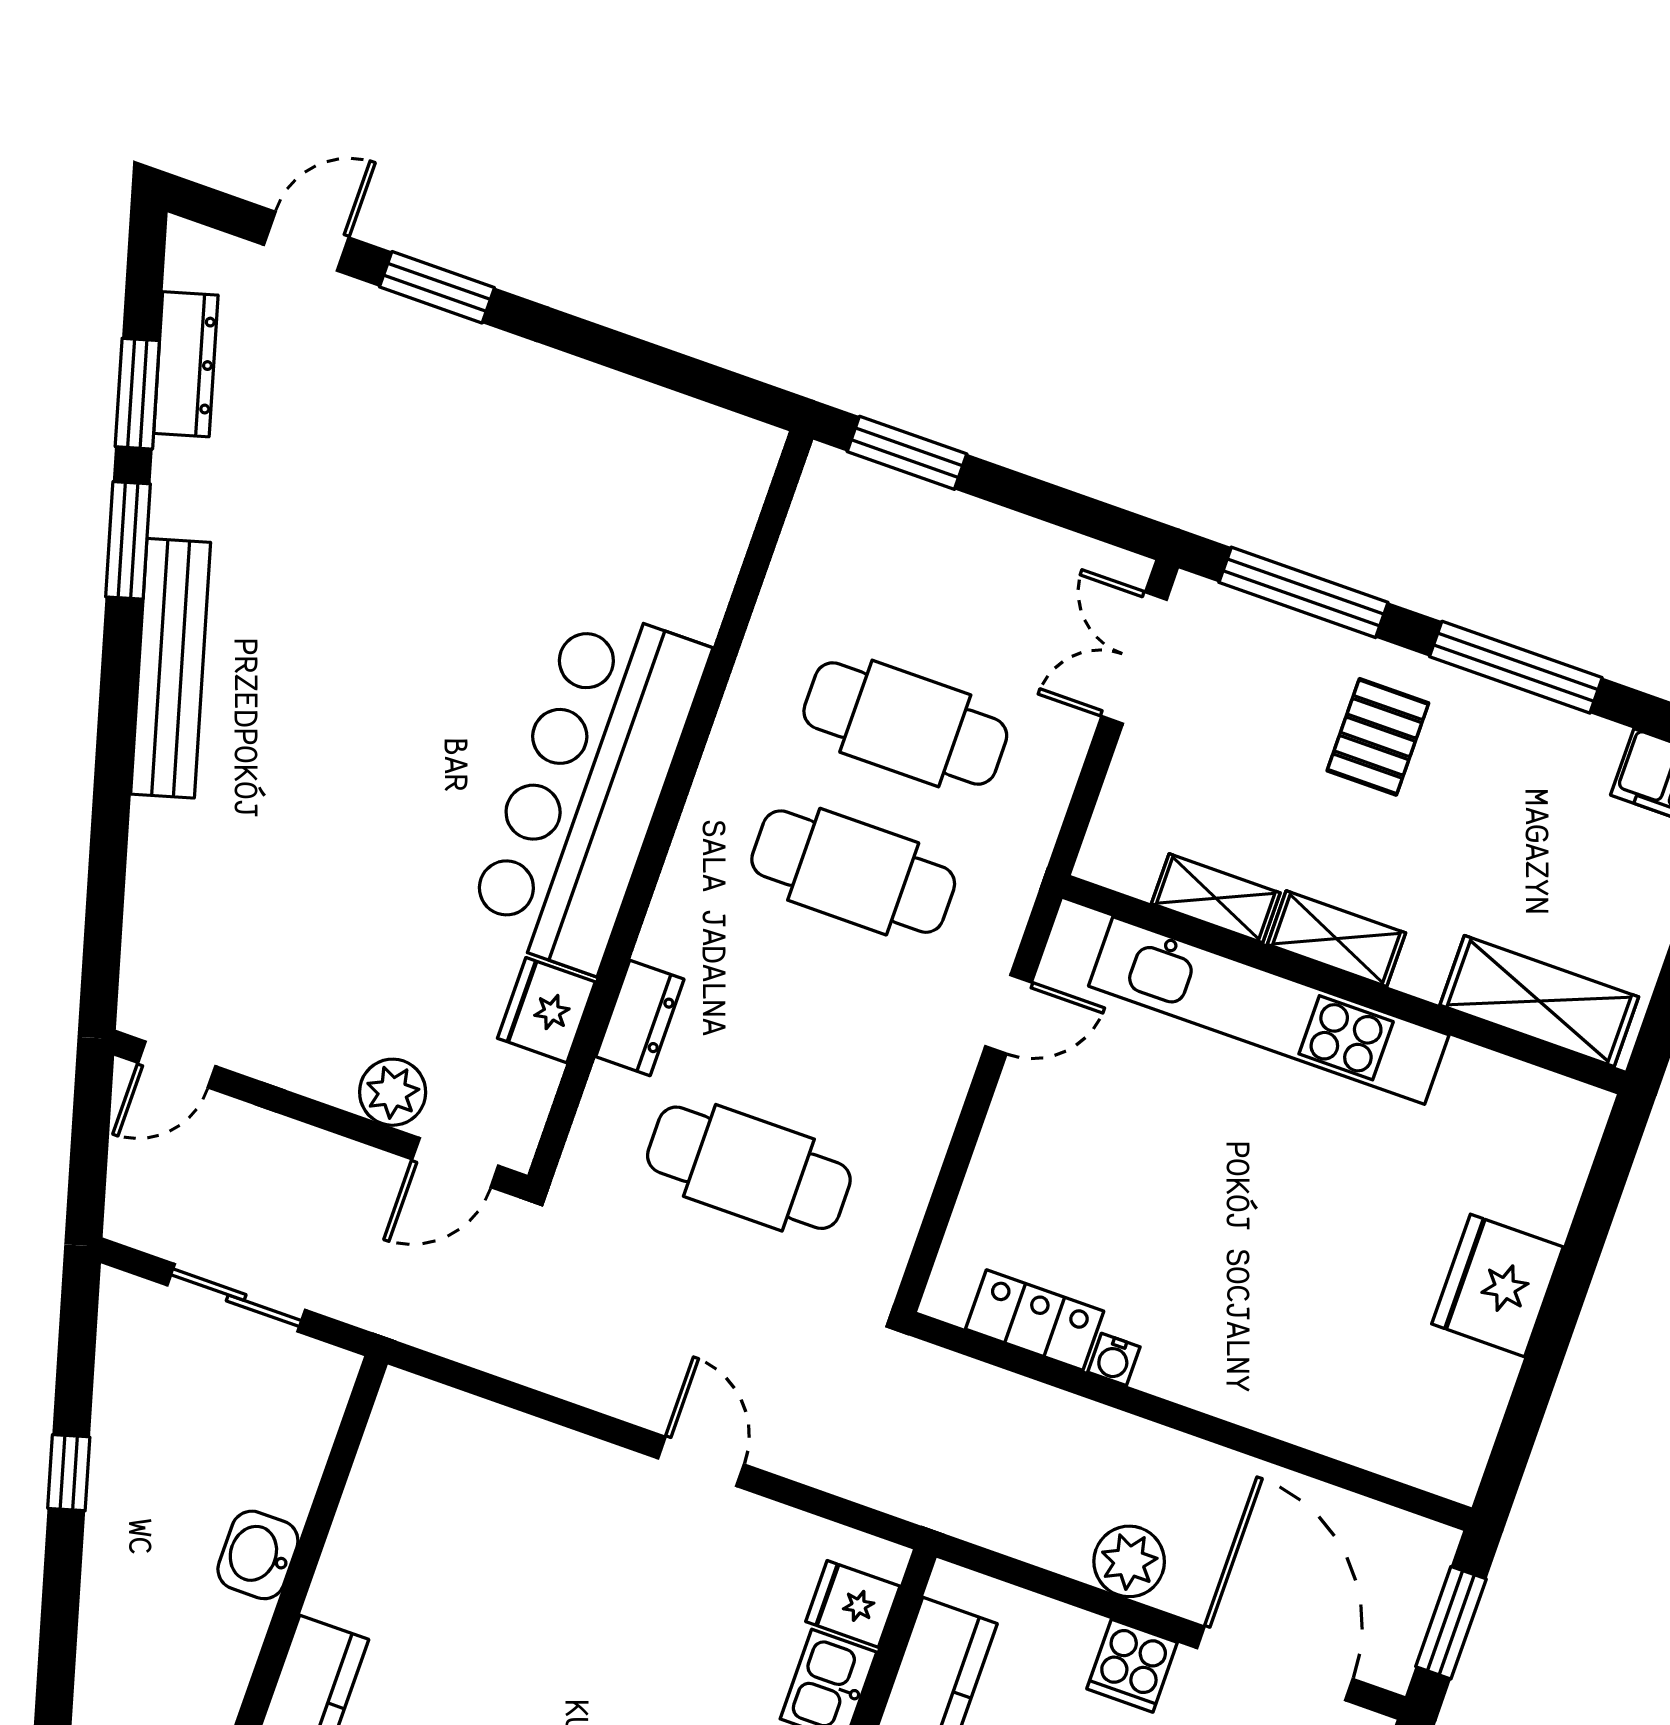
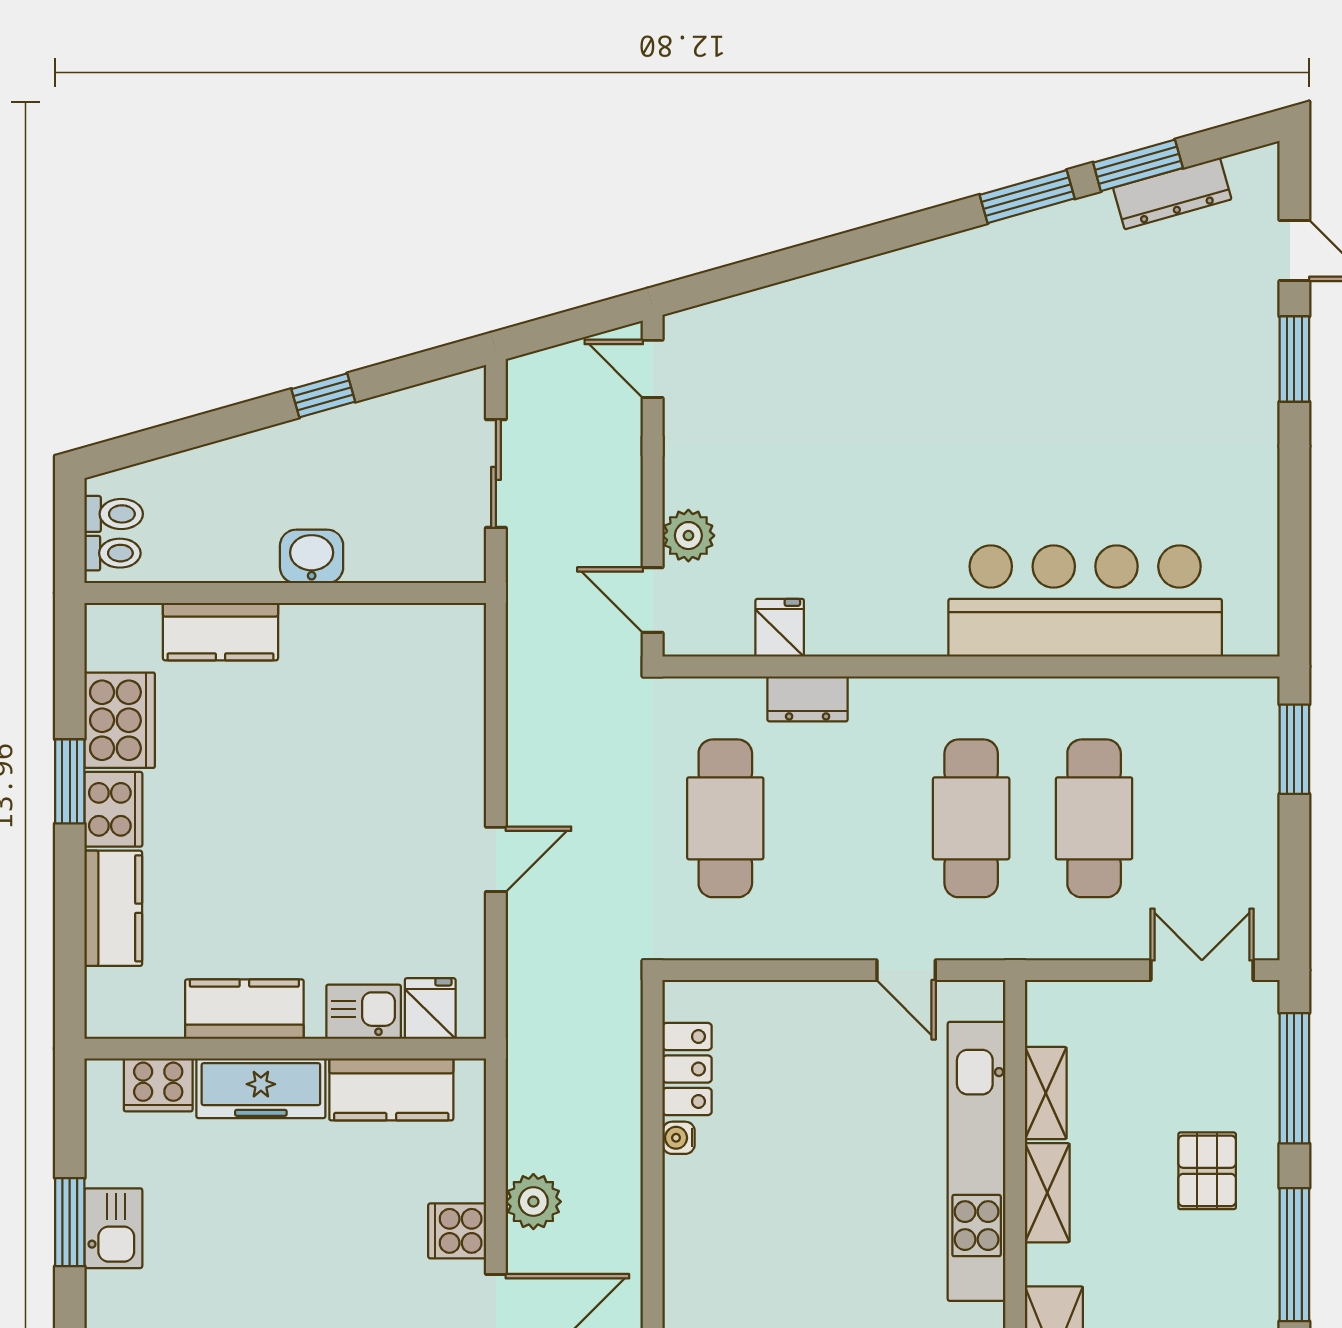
bench: (171, 668) -> (944, 261), removed
pallet: (1378, 737) -> (1207, 1171), turned 90
bar counter: (588, 789) -> (1085, 601), moved
fridge: (546, 1010) -> (780, 628), width x0.72

